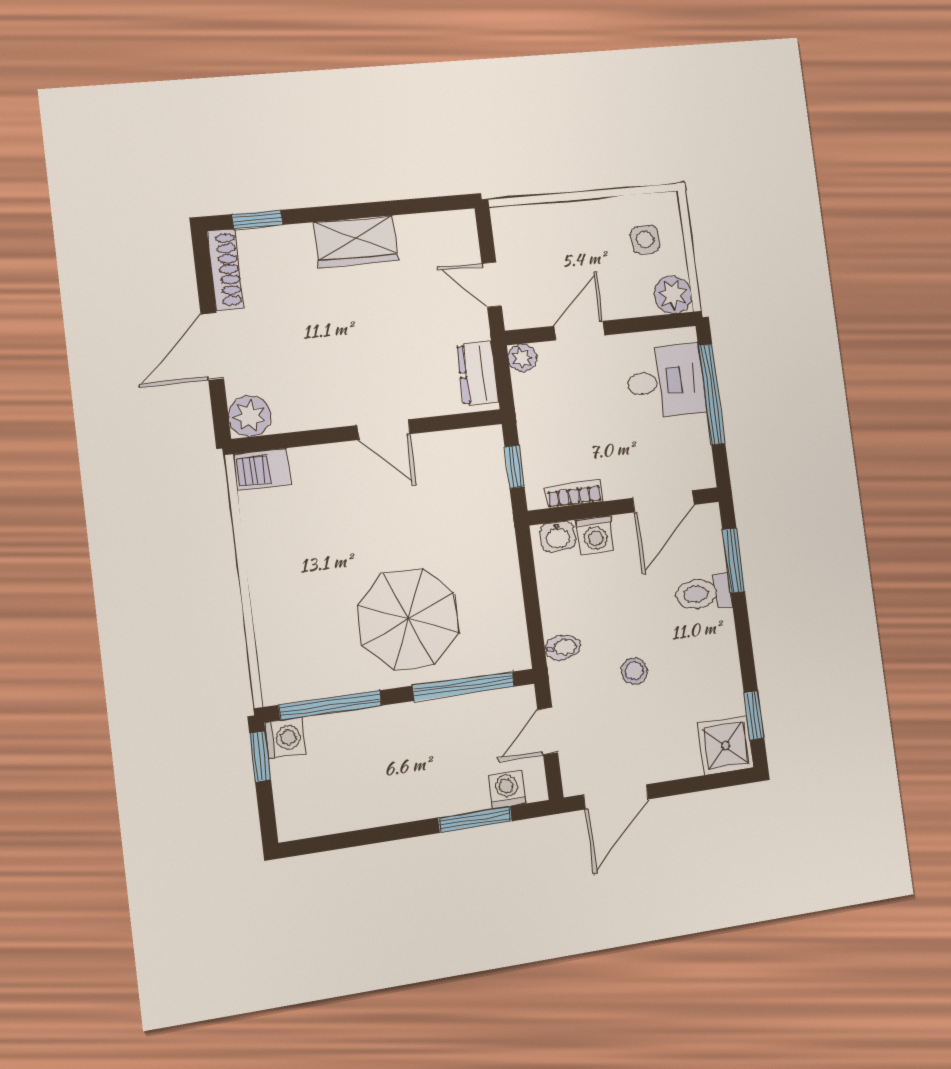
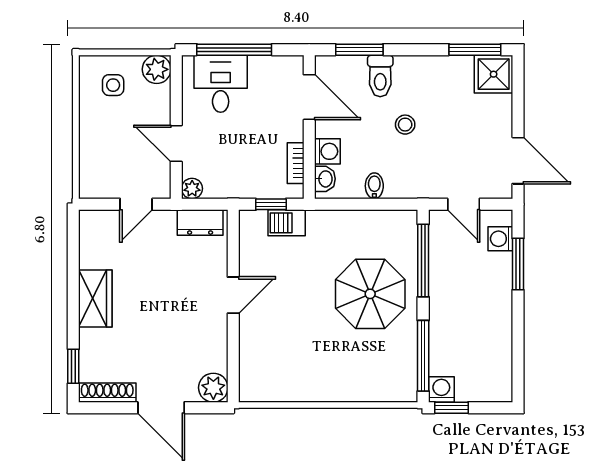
barbecue: (262, 469) -> (287, 223), moved, turned 90
bidet: (563, 648) -> (374, 186), moved
stool: (634, 671) -> (405, 125), moved
window: (754, 715) -> (475, 50), width x1.50

